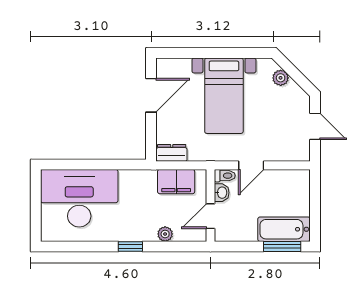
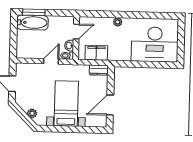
plant: (165, 234) -> (118, 22), moved
window: (130, 246) -> (125, 15), removed

